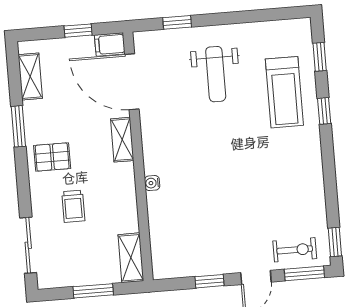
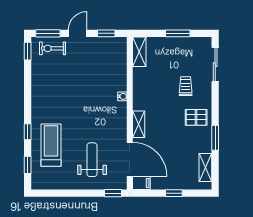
filing cabinet: (110, 44) -> (141, 183), moved
door: (132, 82) -> (130, 159), moved
shelving: (122, 140) -> (139, 124), moved
wall: (138, 156) -> (130, 113), moved
water cooler: (152, 183) -> (122, 96), moved
shelving: (131, 258) -> (139, 52), moved

